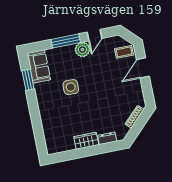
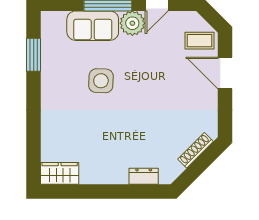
sofa: (39, 66) -> (93, 26), moved, turned 90
door: (143, 68) -> (225, 73), hinge flipped
wardrobe: (86, 141) -> (60, 173), moved

